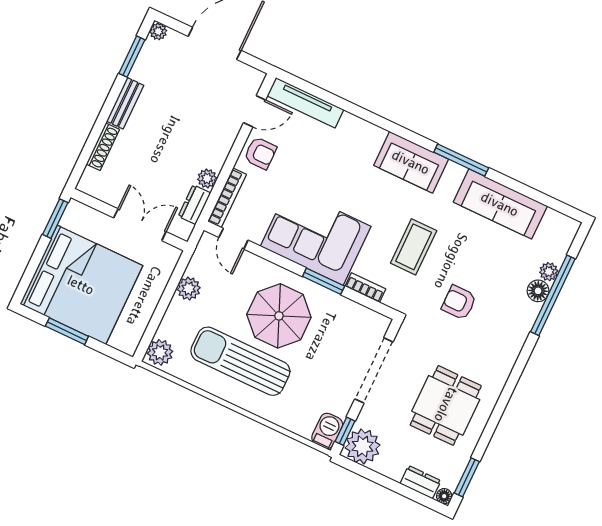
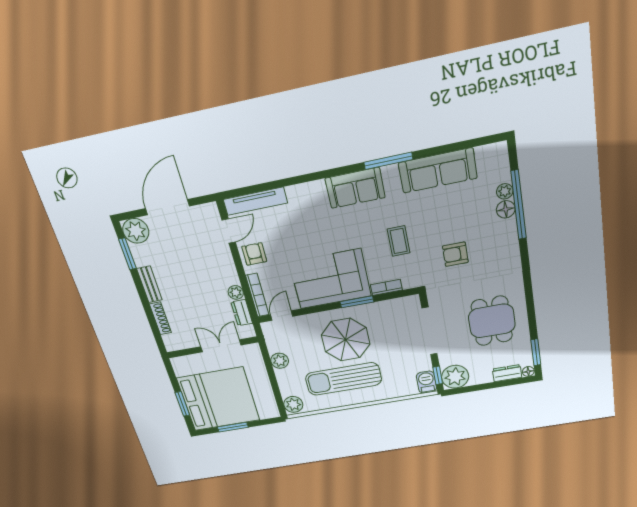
plant: (158, 31) -> (136, 231), width x1.88, depth x1.88
armchair: (260, 153) -> (254, 254), turned -90
window: (55, 219) -> (182, 404), moved
door: (234, 239) -> (282, 316), swing flipped
coffee table: (414, 247) -> (399, 241), width x0.73, depth x0.77

